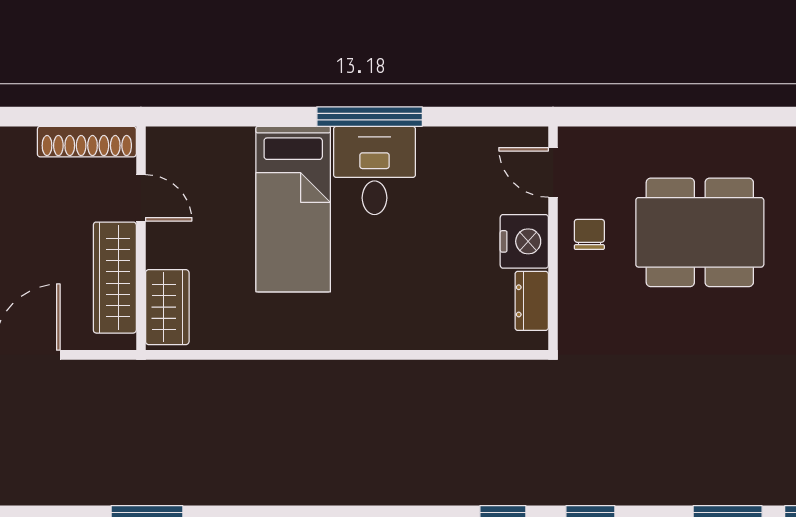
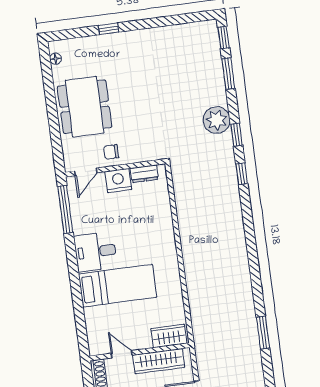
window: (370, 117) -> (65, 209), moved
door: (141, 198) -> (122, 354), hinge flipped
dining table: (700, 232) -> (85, 107), moved
plant: (629, 476) -> (217, 120), added

